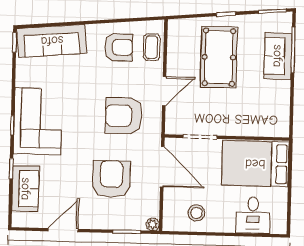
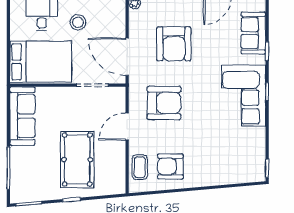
sofa: (52, 41) -> (233, 171), removed
sofa: (278, 56) -> (22, 116), moved, width x1.36
stool: (196, 213) -> (78, 22), moved

